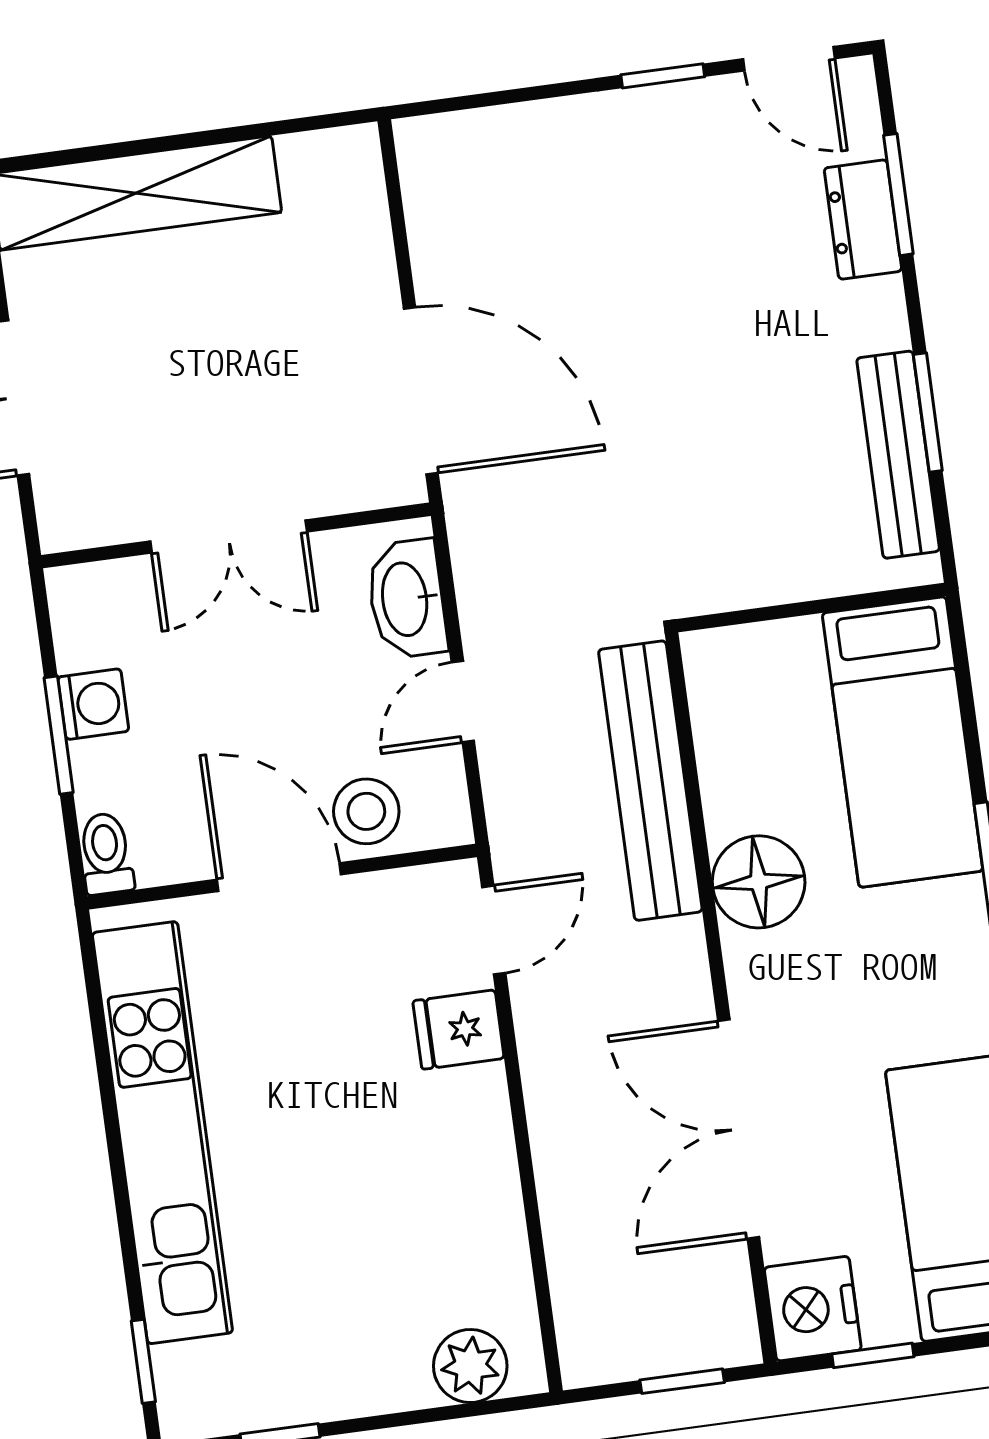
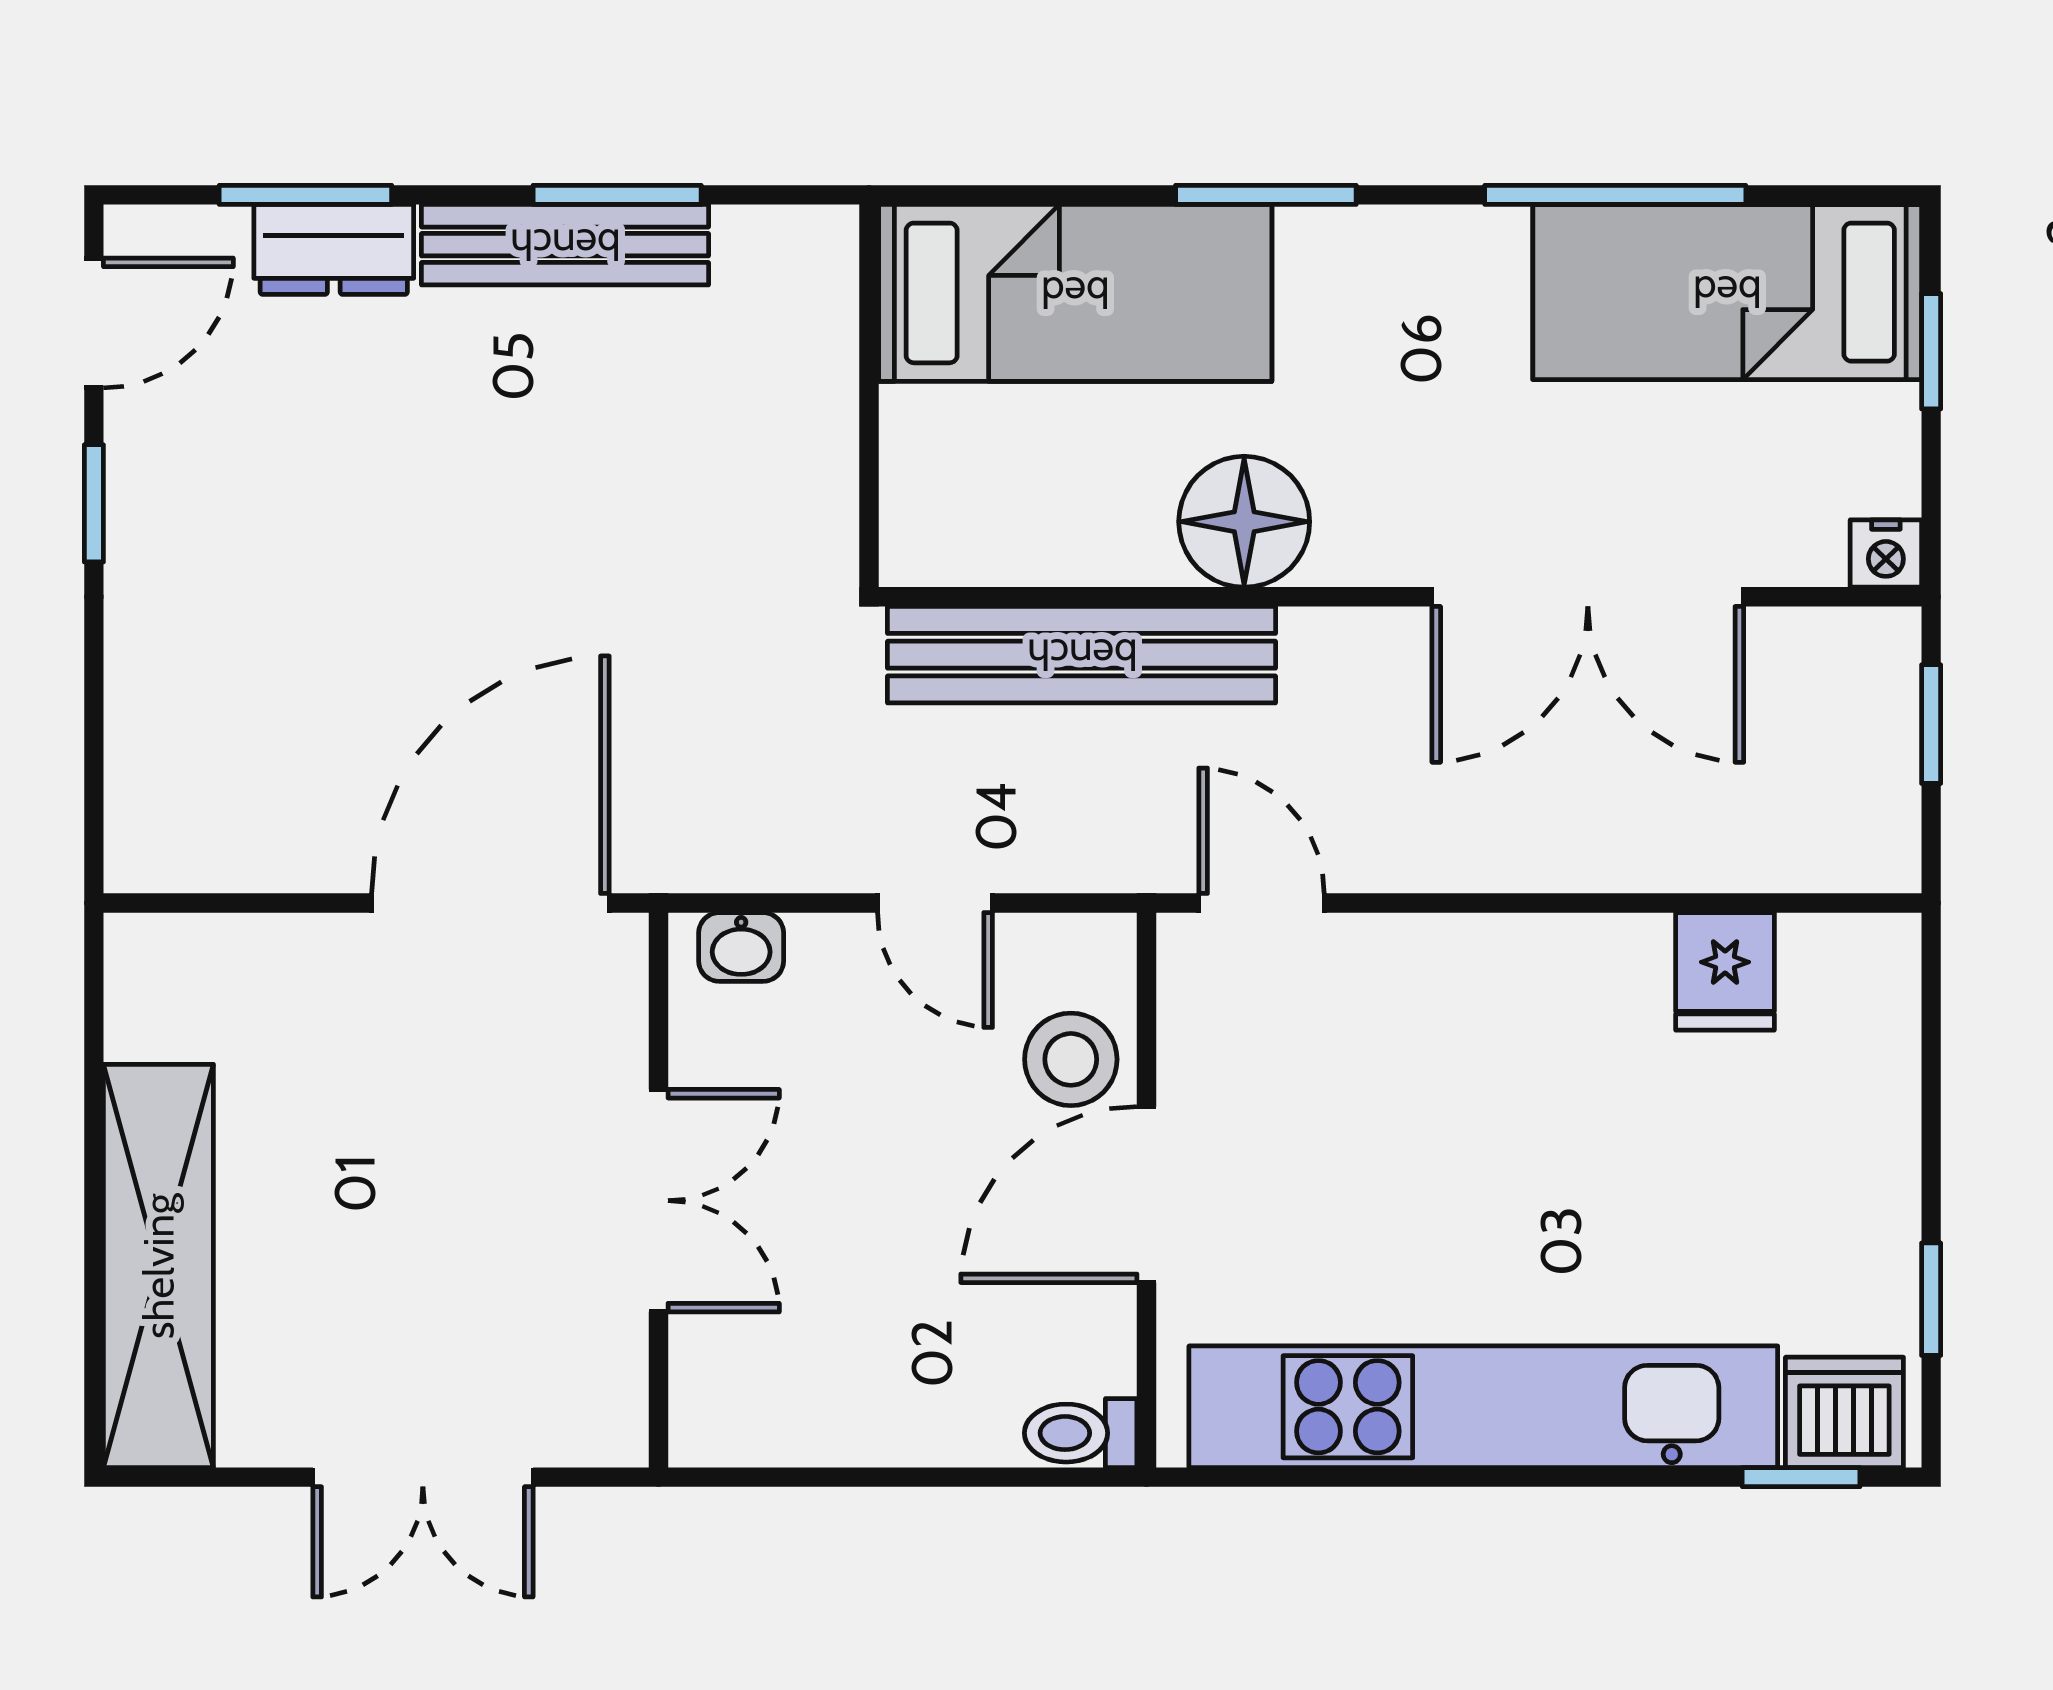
bench: (898, 455) -> (565, 245), moved
washbasin: (407, 599) -> (741, 947), width x0.52, depth x0.69
washing machine: (93, 704) -> (868, 1423), removed
window: (59, 735) -> (905, 1477), removed
fridge: (458, 1030) -> (1725, 971), moved
nightstand: (813, 1309) -> (1886, 554), width x0.53, depth x0.56
window: (873, 1355) -> (1931, 351), moved
plant: (470, 1366) -> (1870, 1019), removed
dishwasher: (193, 1386) -> (1844, 1412), added

